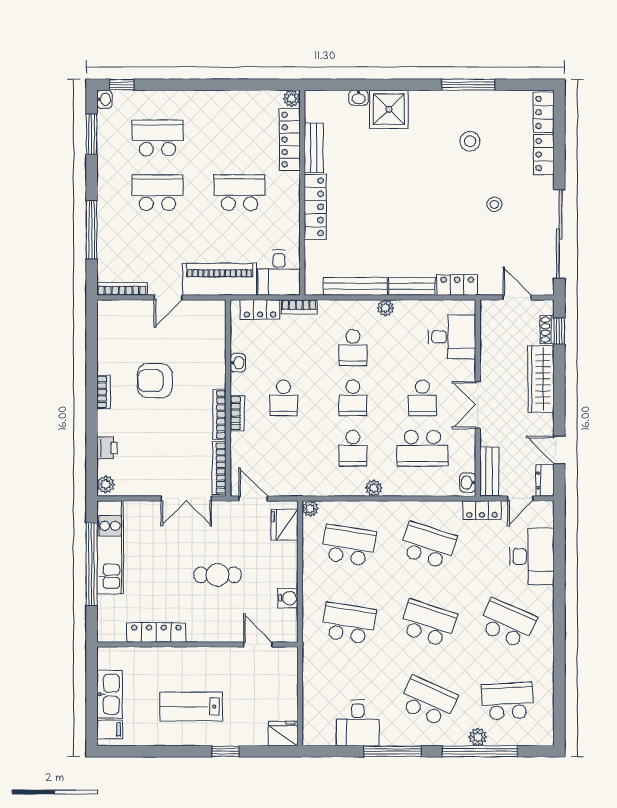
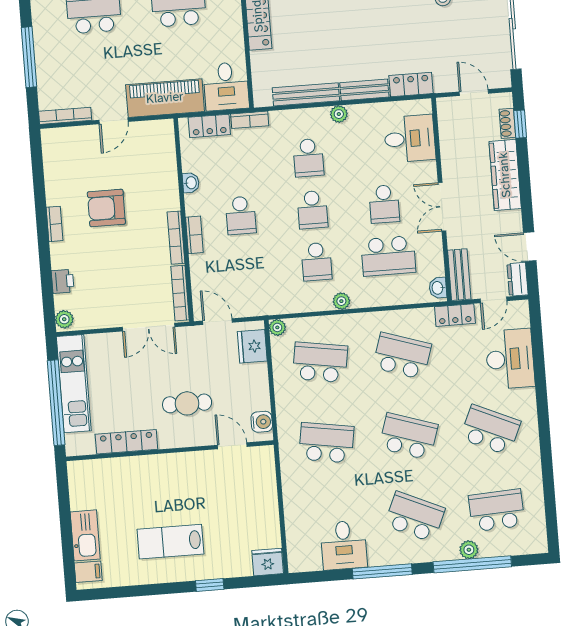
locker: (156, 633) -> (126, 442), moved
wall: (197, 644) -> (170, 451), moved
door: (258, 644) -> (232, 446), moved

